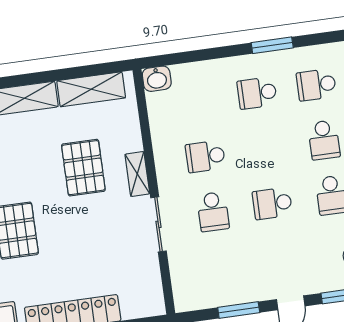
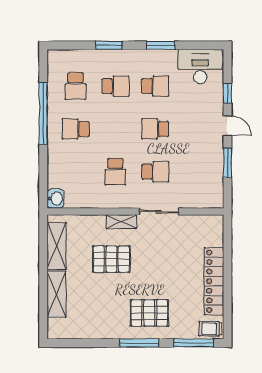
window: (272, 45) -> (43, 113), width x2.11
school desk: (257, 93) -> (76, 129), turned 90
school desk: (272, 203) -> (155, 129), turned 90

